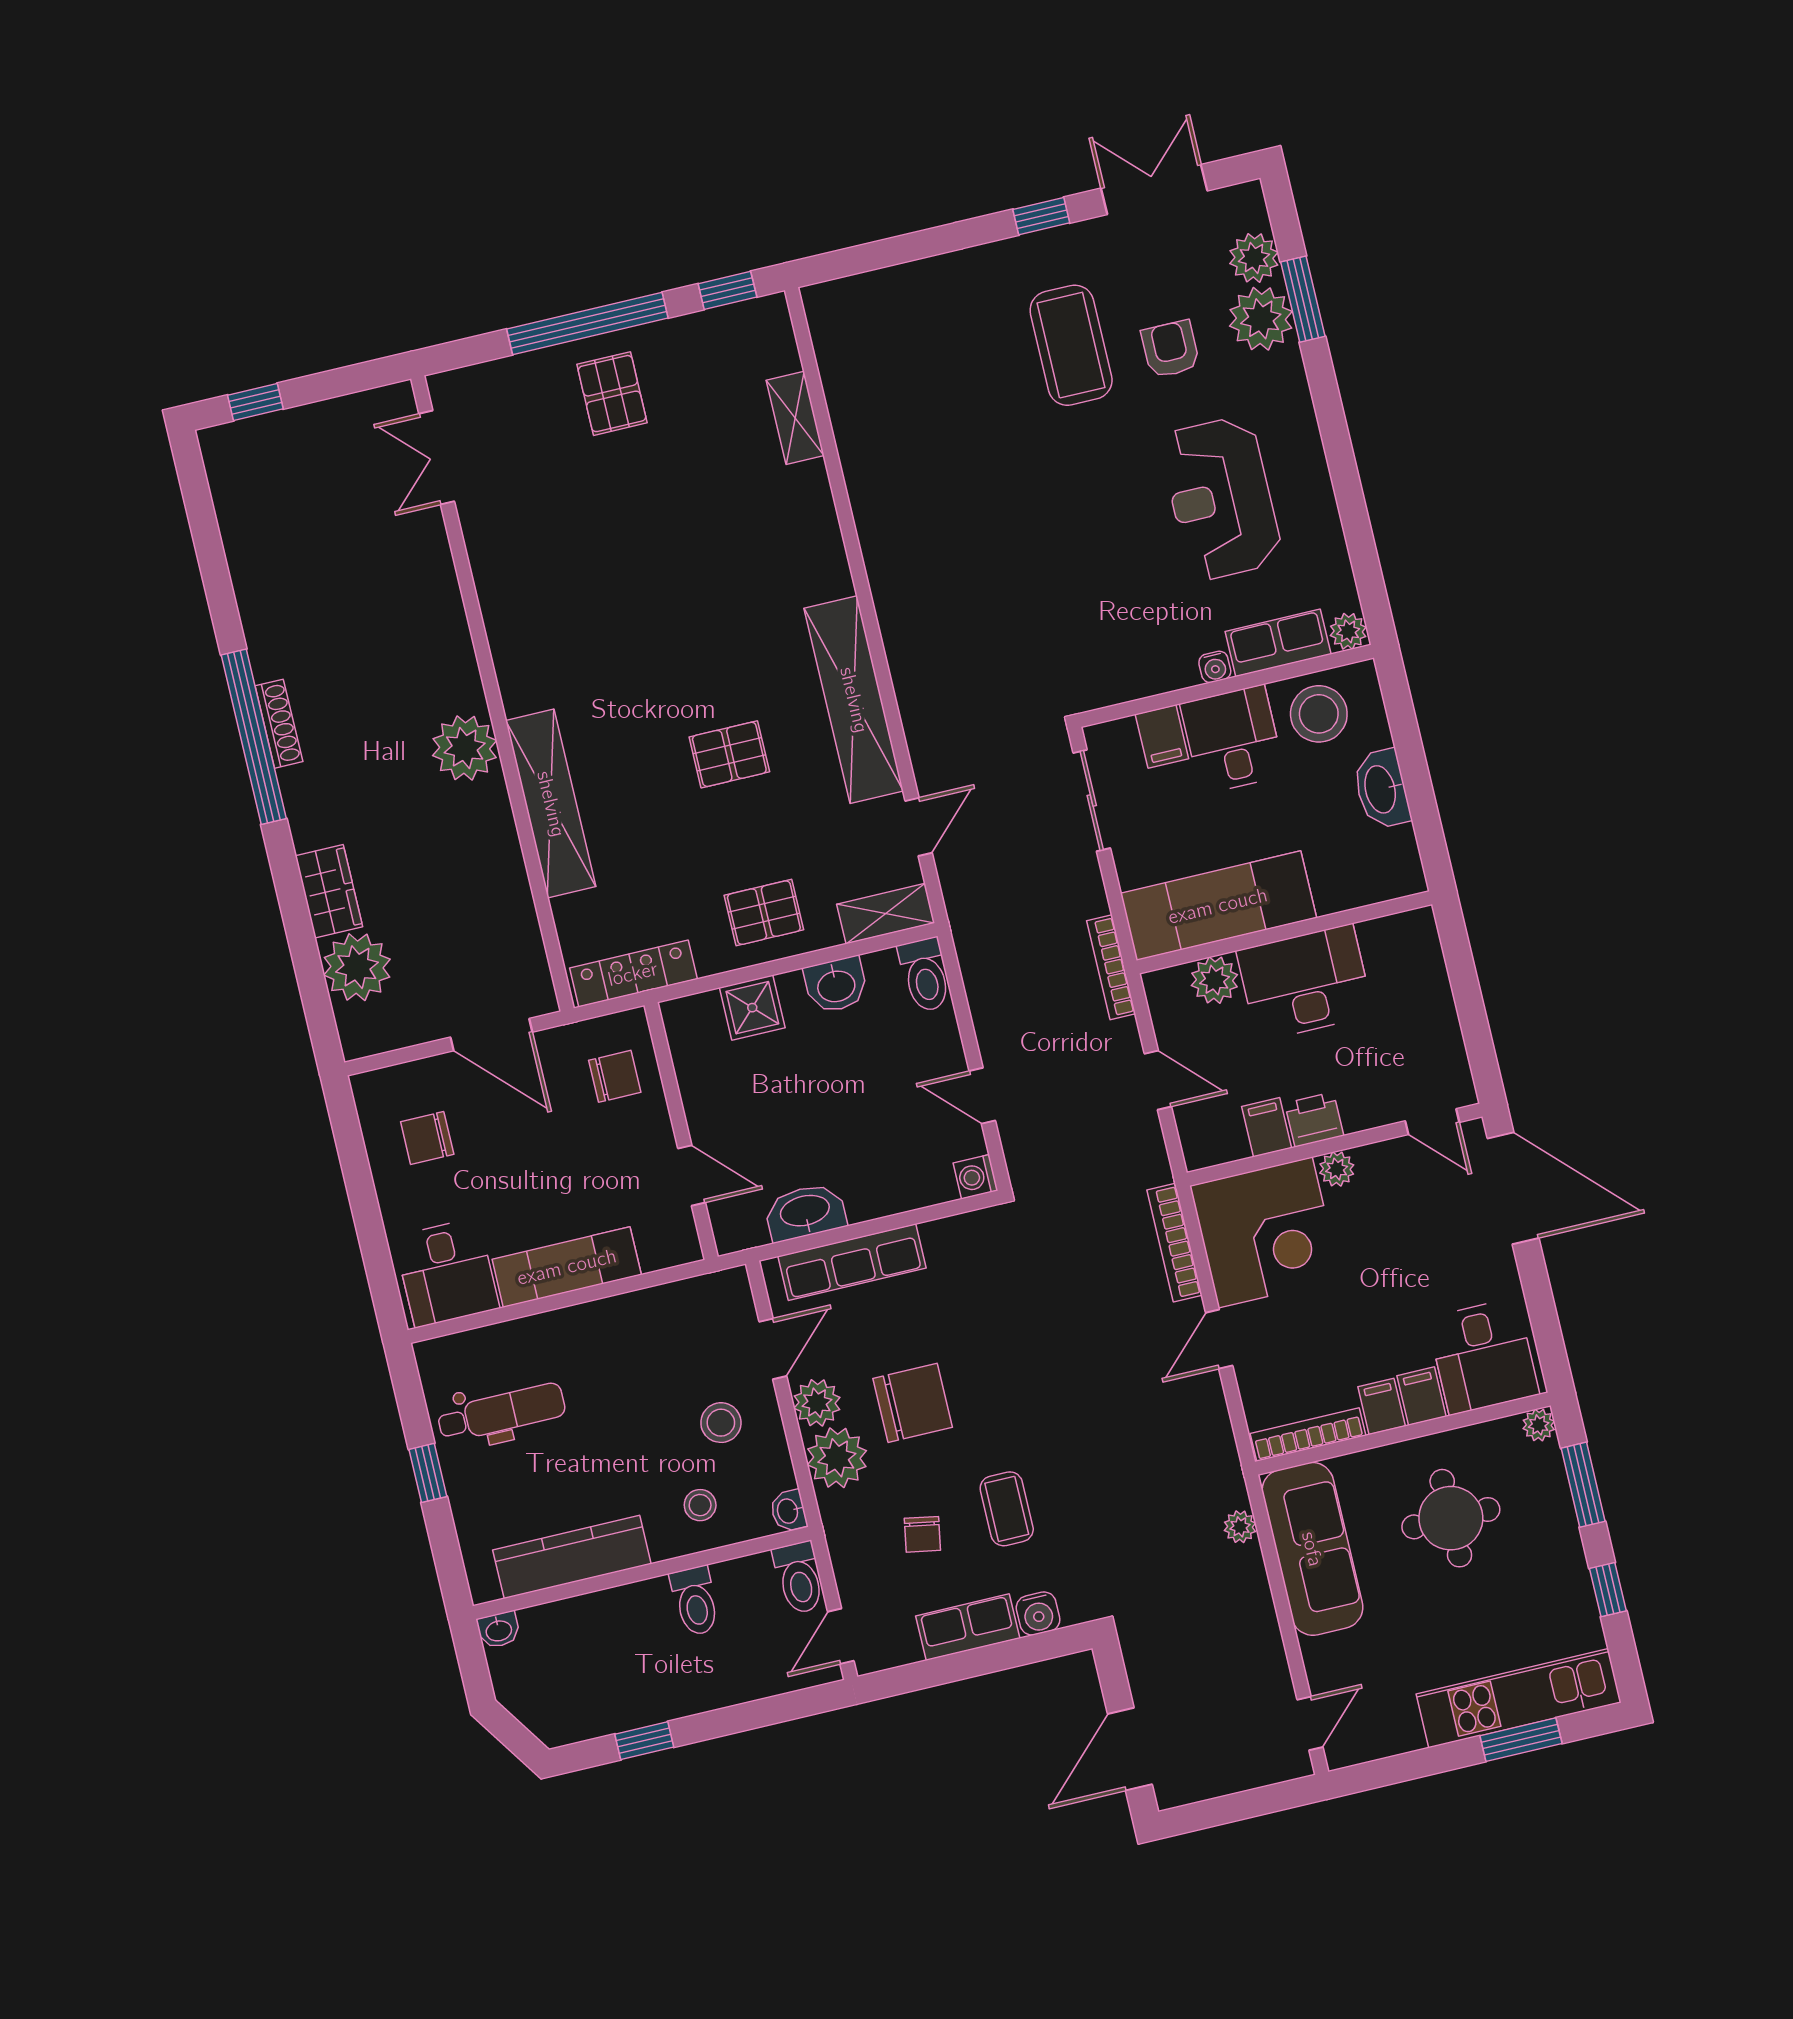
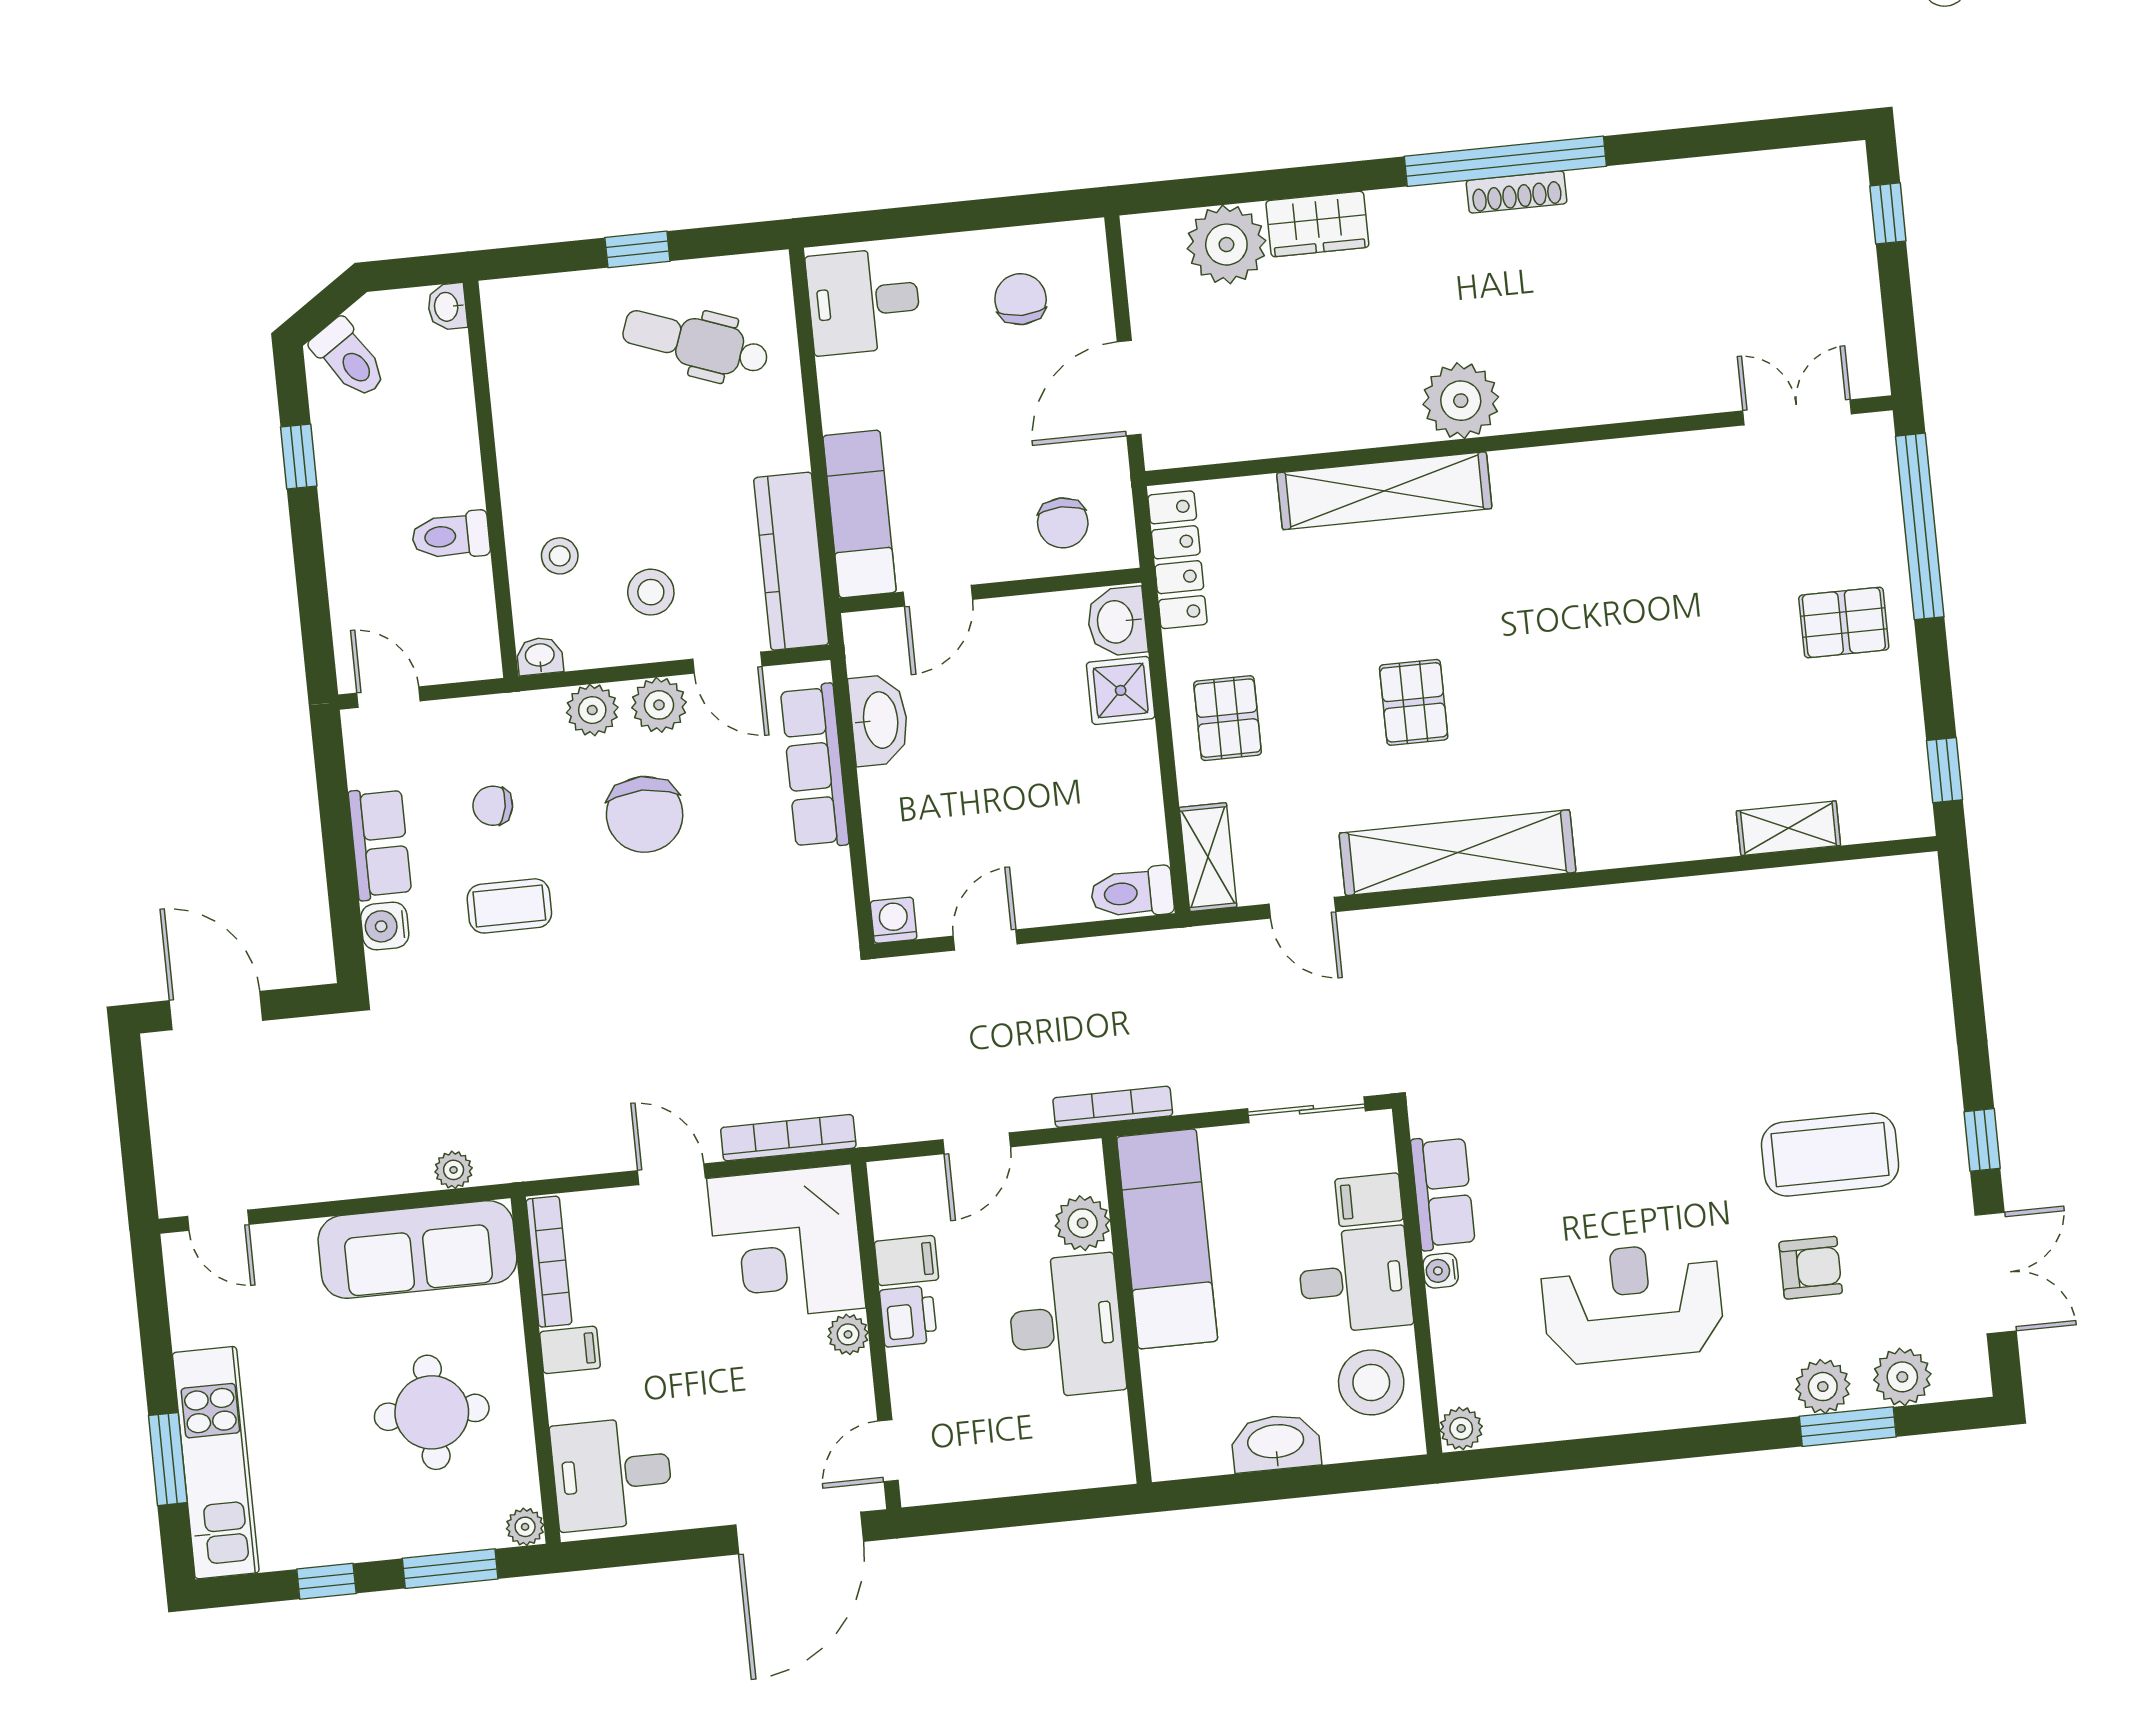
plant: (1261, 319) -> (1823, 1387), width x0.73, depth x0.73
window: (587, 323) -> (1920, 526), moved
row of seats: (1278, 643) -> (1443, 1193), moved
washbasin: (836, 985) -> (1117, 622), moved
exam couch: (567, 1267) -> (860, 514), moved
filing cabinet: (1421, 1396) -> (576, 1397), removed
dental chair: (501, 1412) -> (696, 343), turned 110
plant: (837, 1458) -> (592, 710), width x0.73, depth x0.73
kitchen counter: (572, 1557) -> (791, 561), moved, turned 180
toilet: (799, 1578) -> (349, 359), moved, turned -124

